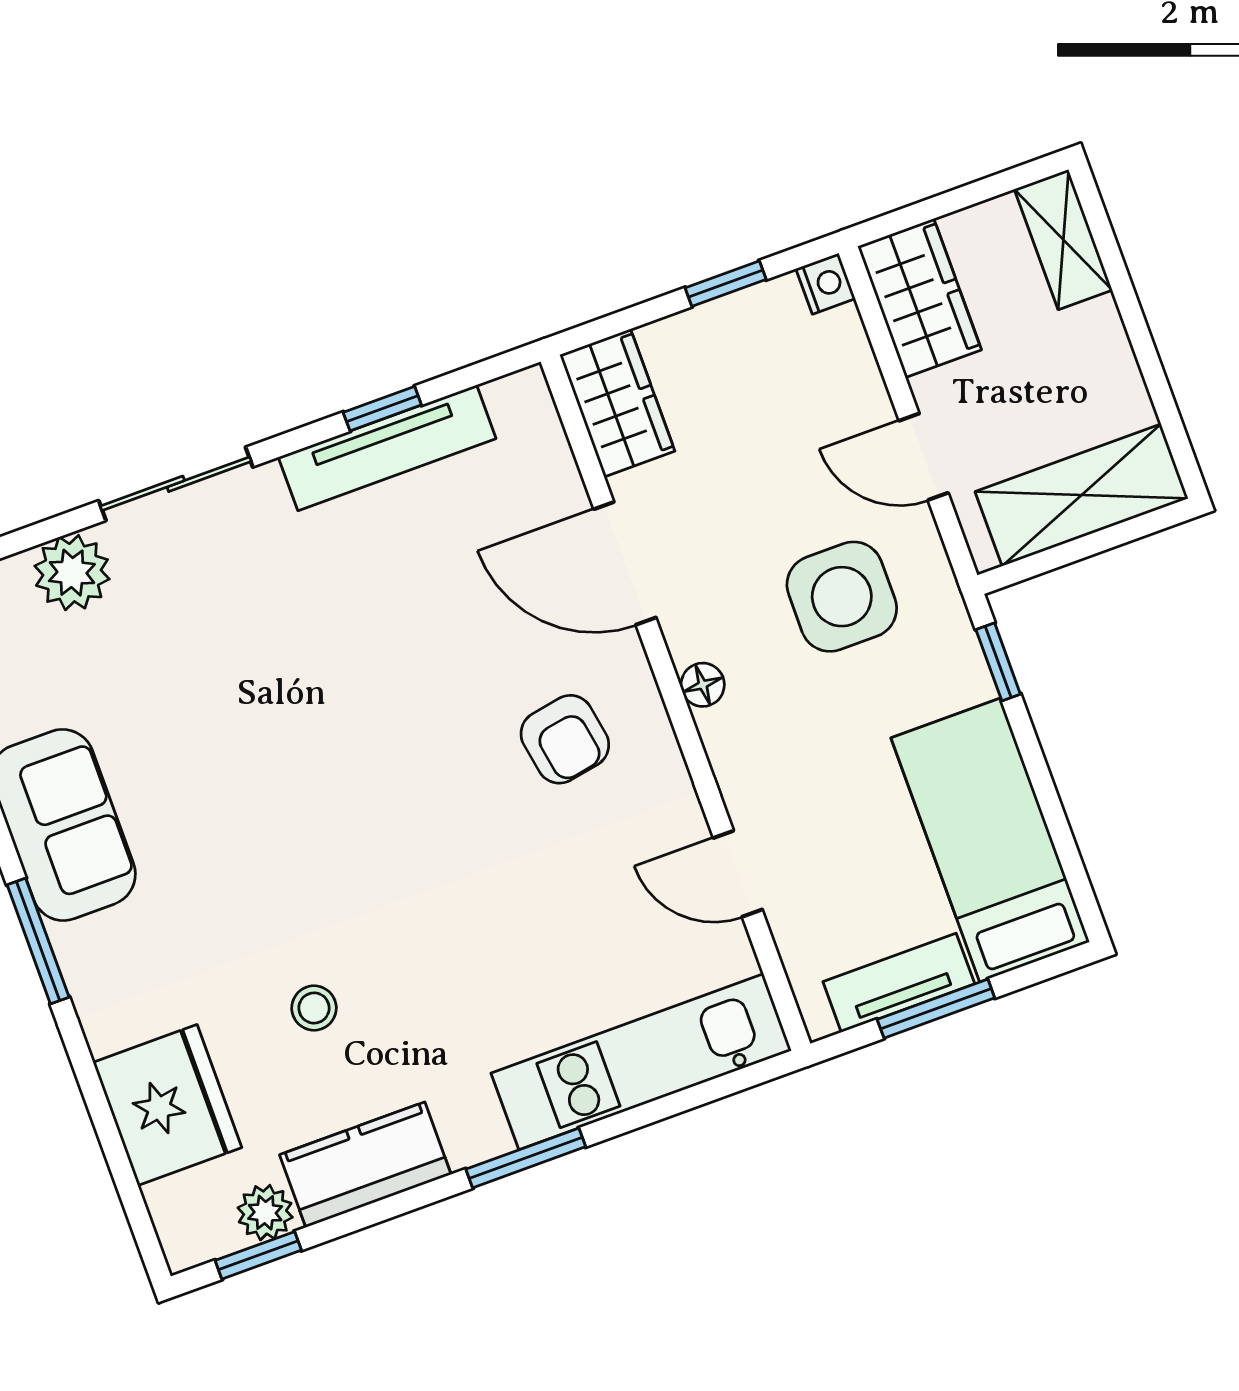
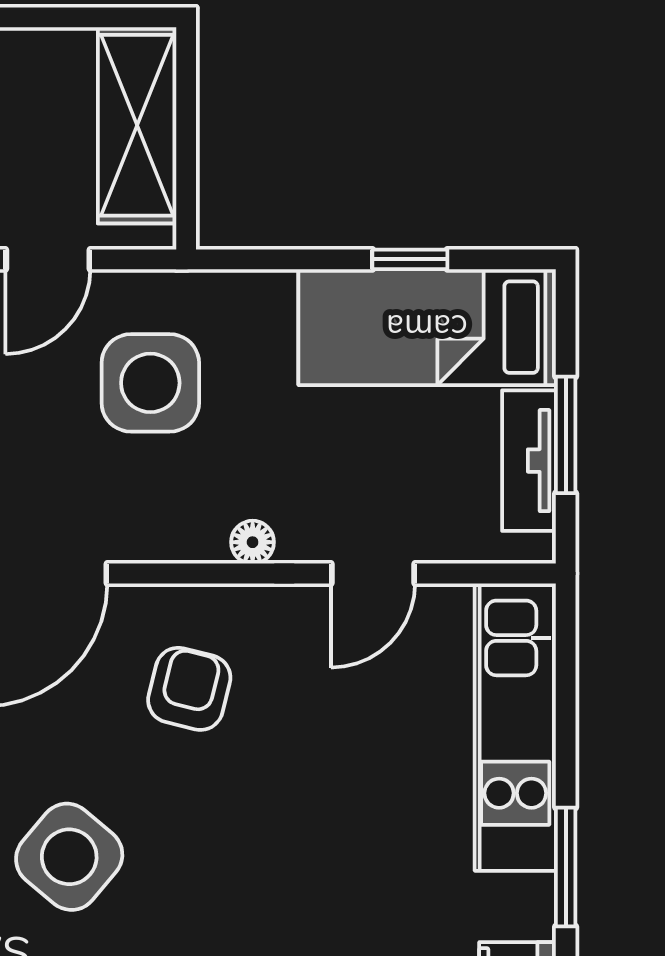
window: (998, 662) -> (410, 259), moved
side table: (364, 683) -> (69, 857), added
floor lamp: (703, 685) -> (253, 542), moved
armchair: (565, 739) -> (189, 689), turned -66

